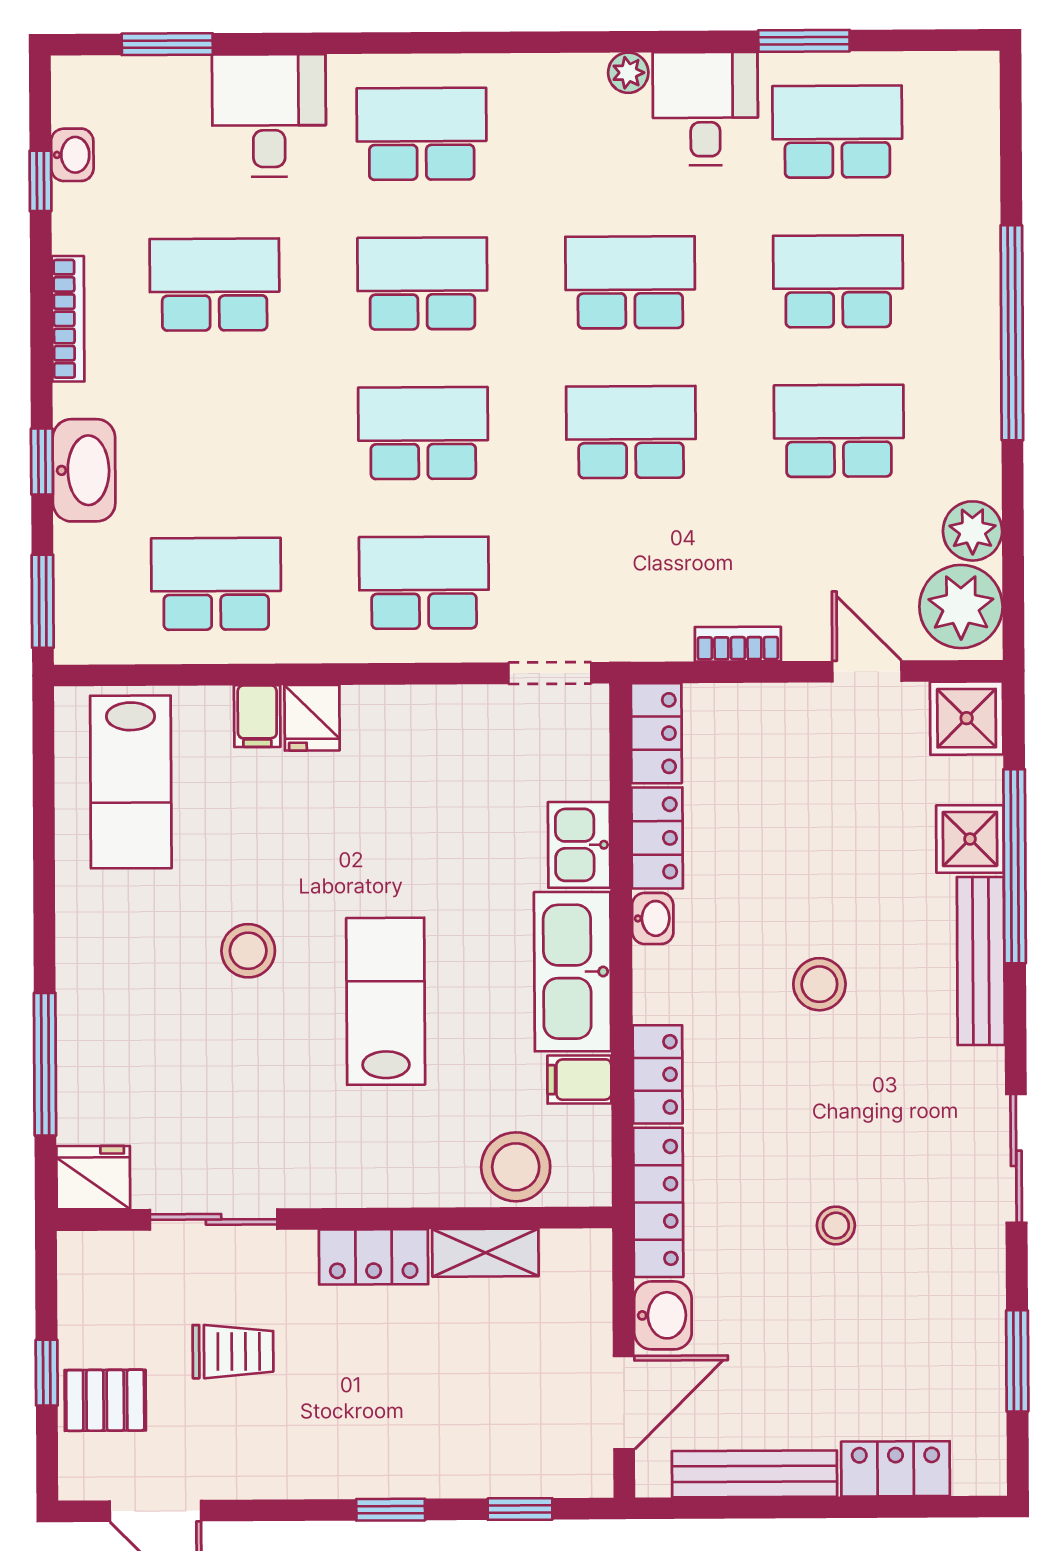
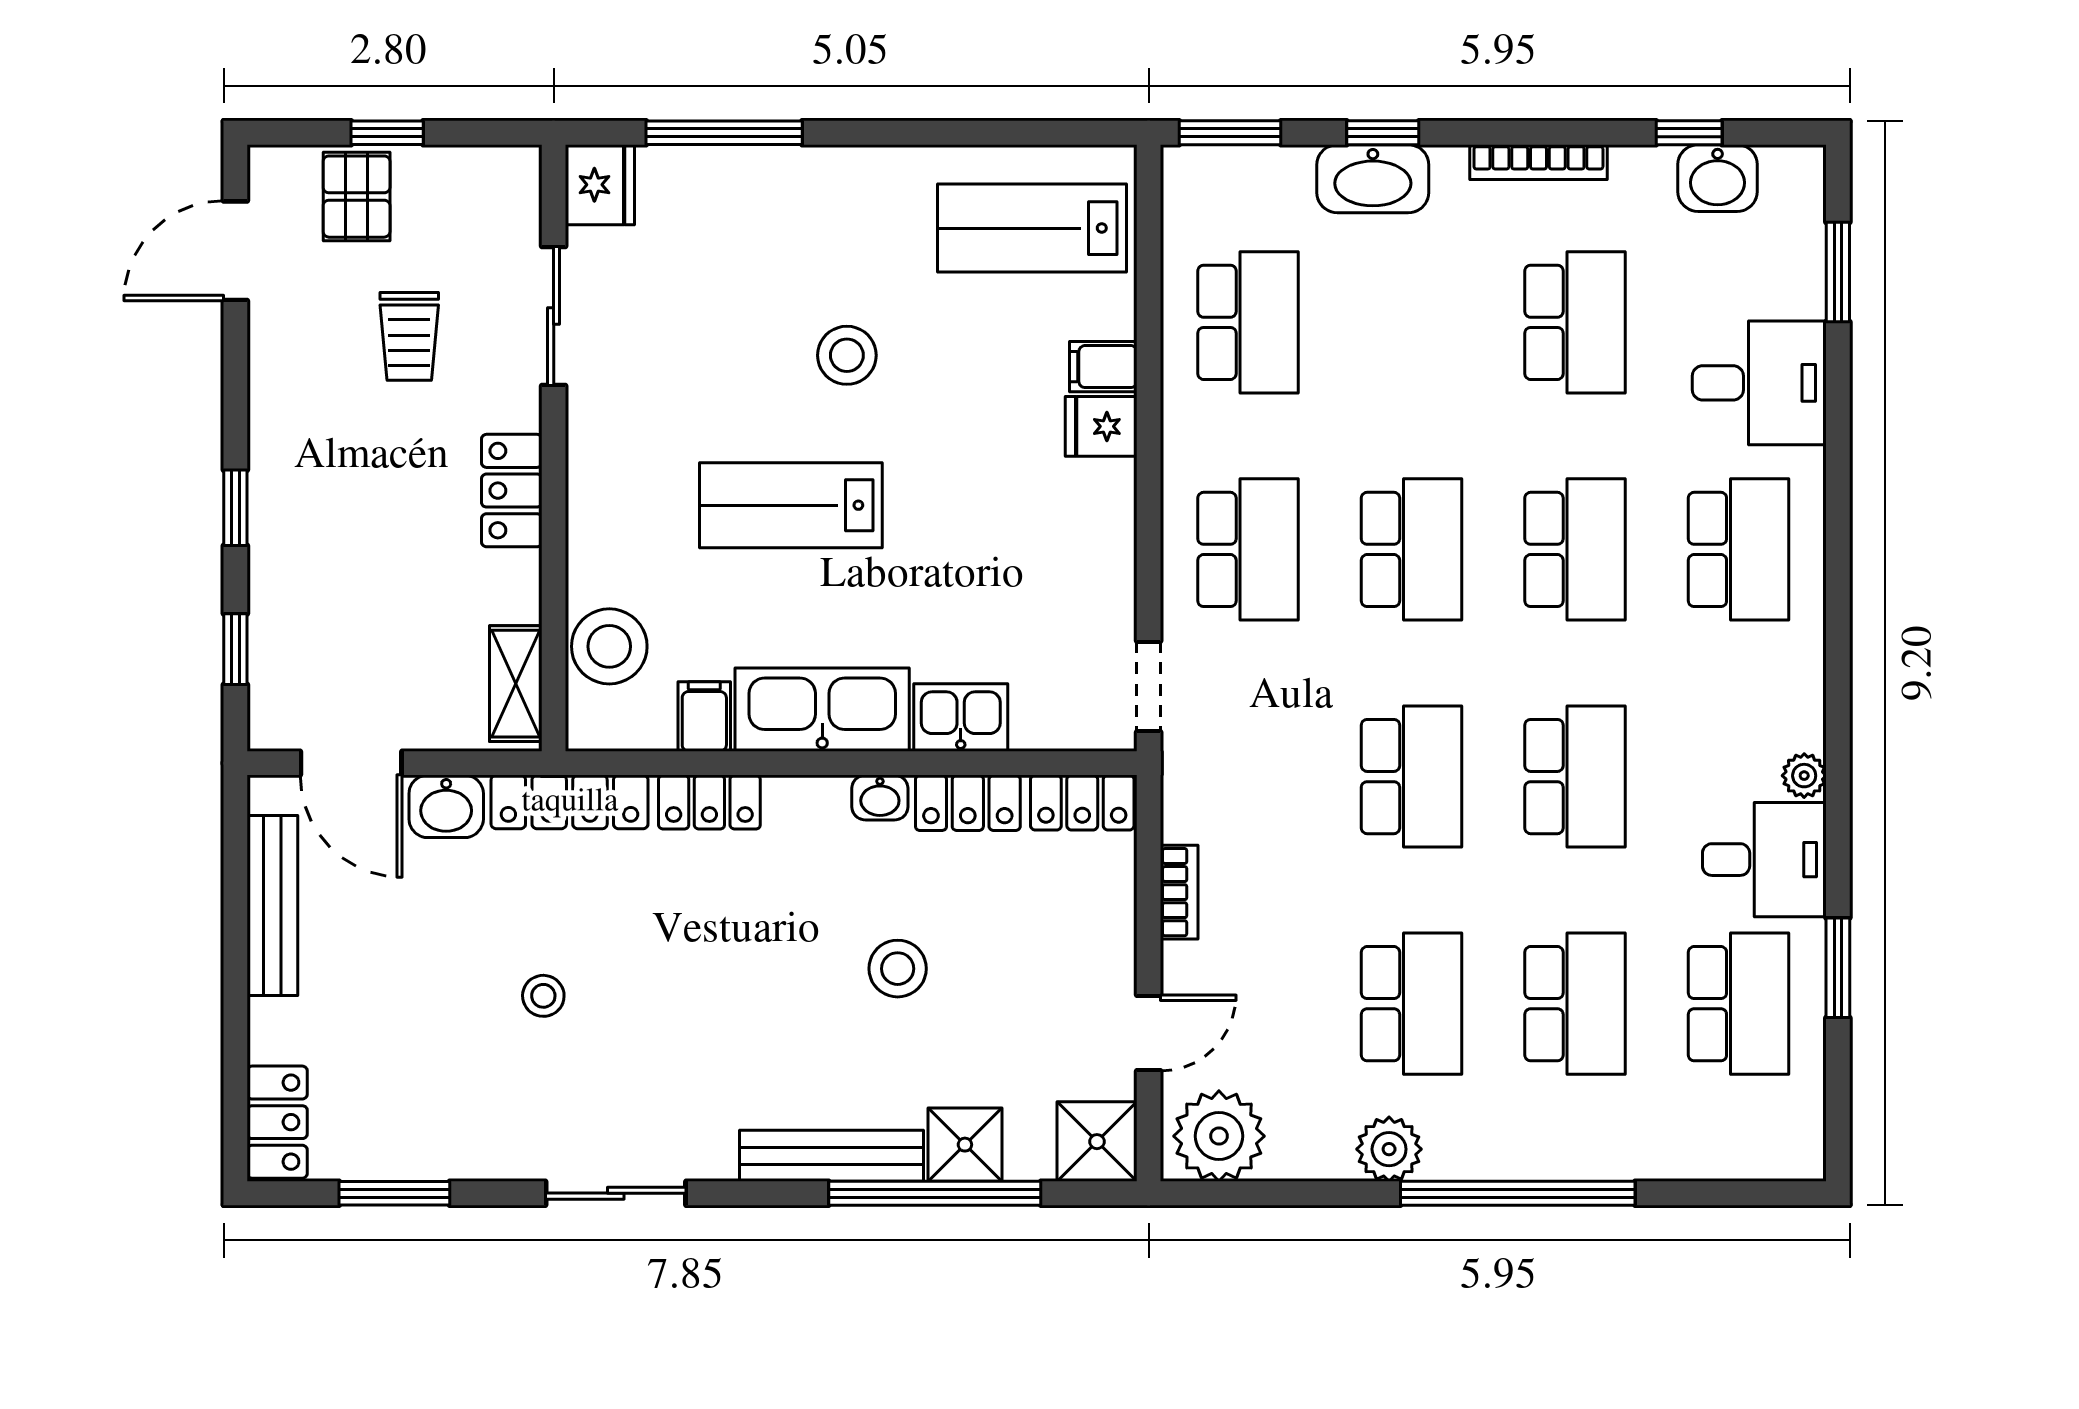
washbasin: (72, 155) -> (1718, 178), width x1.38, depth x1.45
plant: (973, 531) -> (1389, 1149), moved
stool: (819, 984) -> (898, 969), moved
lab bench: (386, 1001) -> (791, 505), turned 180
shelving: (485, 1253) -> (516, 684), moved
locker: (896, 1469) -> (277, 1122), moved

